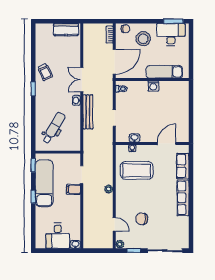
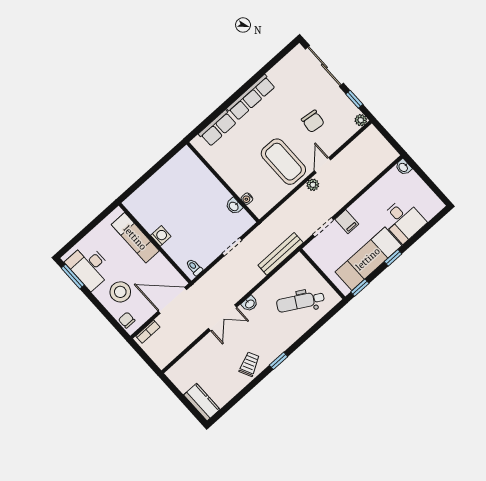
kitchen counter: (66, 30) -> (202, 402), moved
bench: (88, 112) -> (281, 254), moved
door: (167, 144) -> (209, 167), removed
coffee table: (137, 170) -> (283, 162), moved
door: (114, 224) -> (322, 165), moved
desk: (58, 236) -> (403, 220), moved, turned 90

